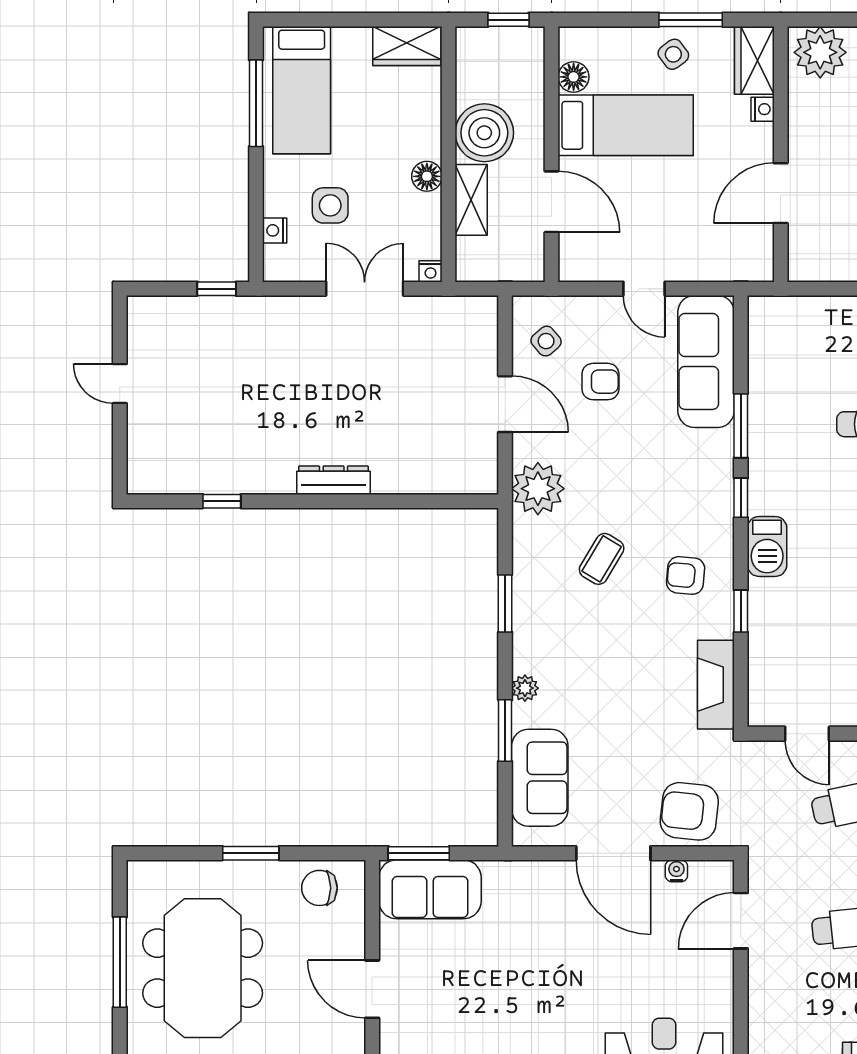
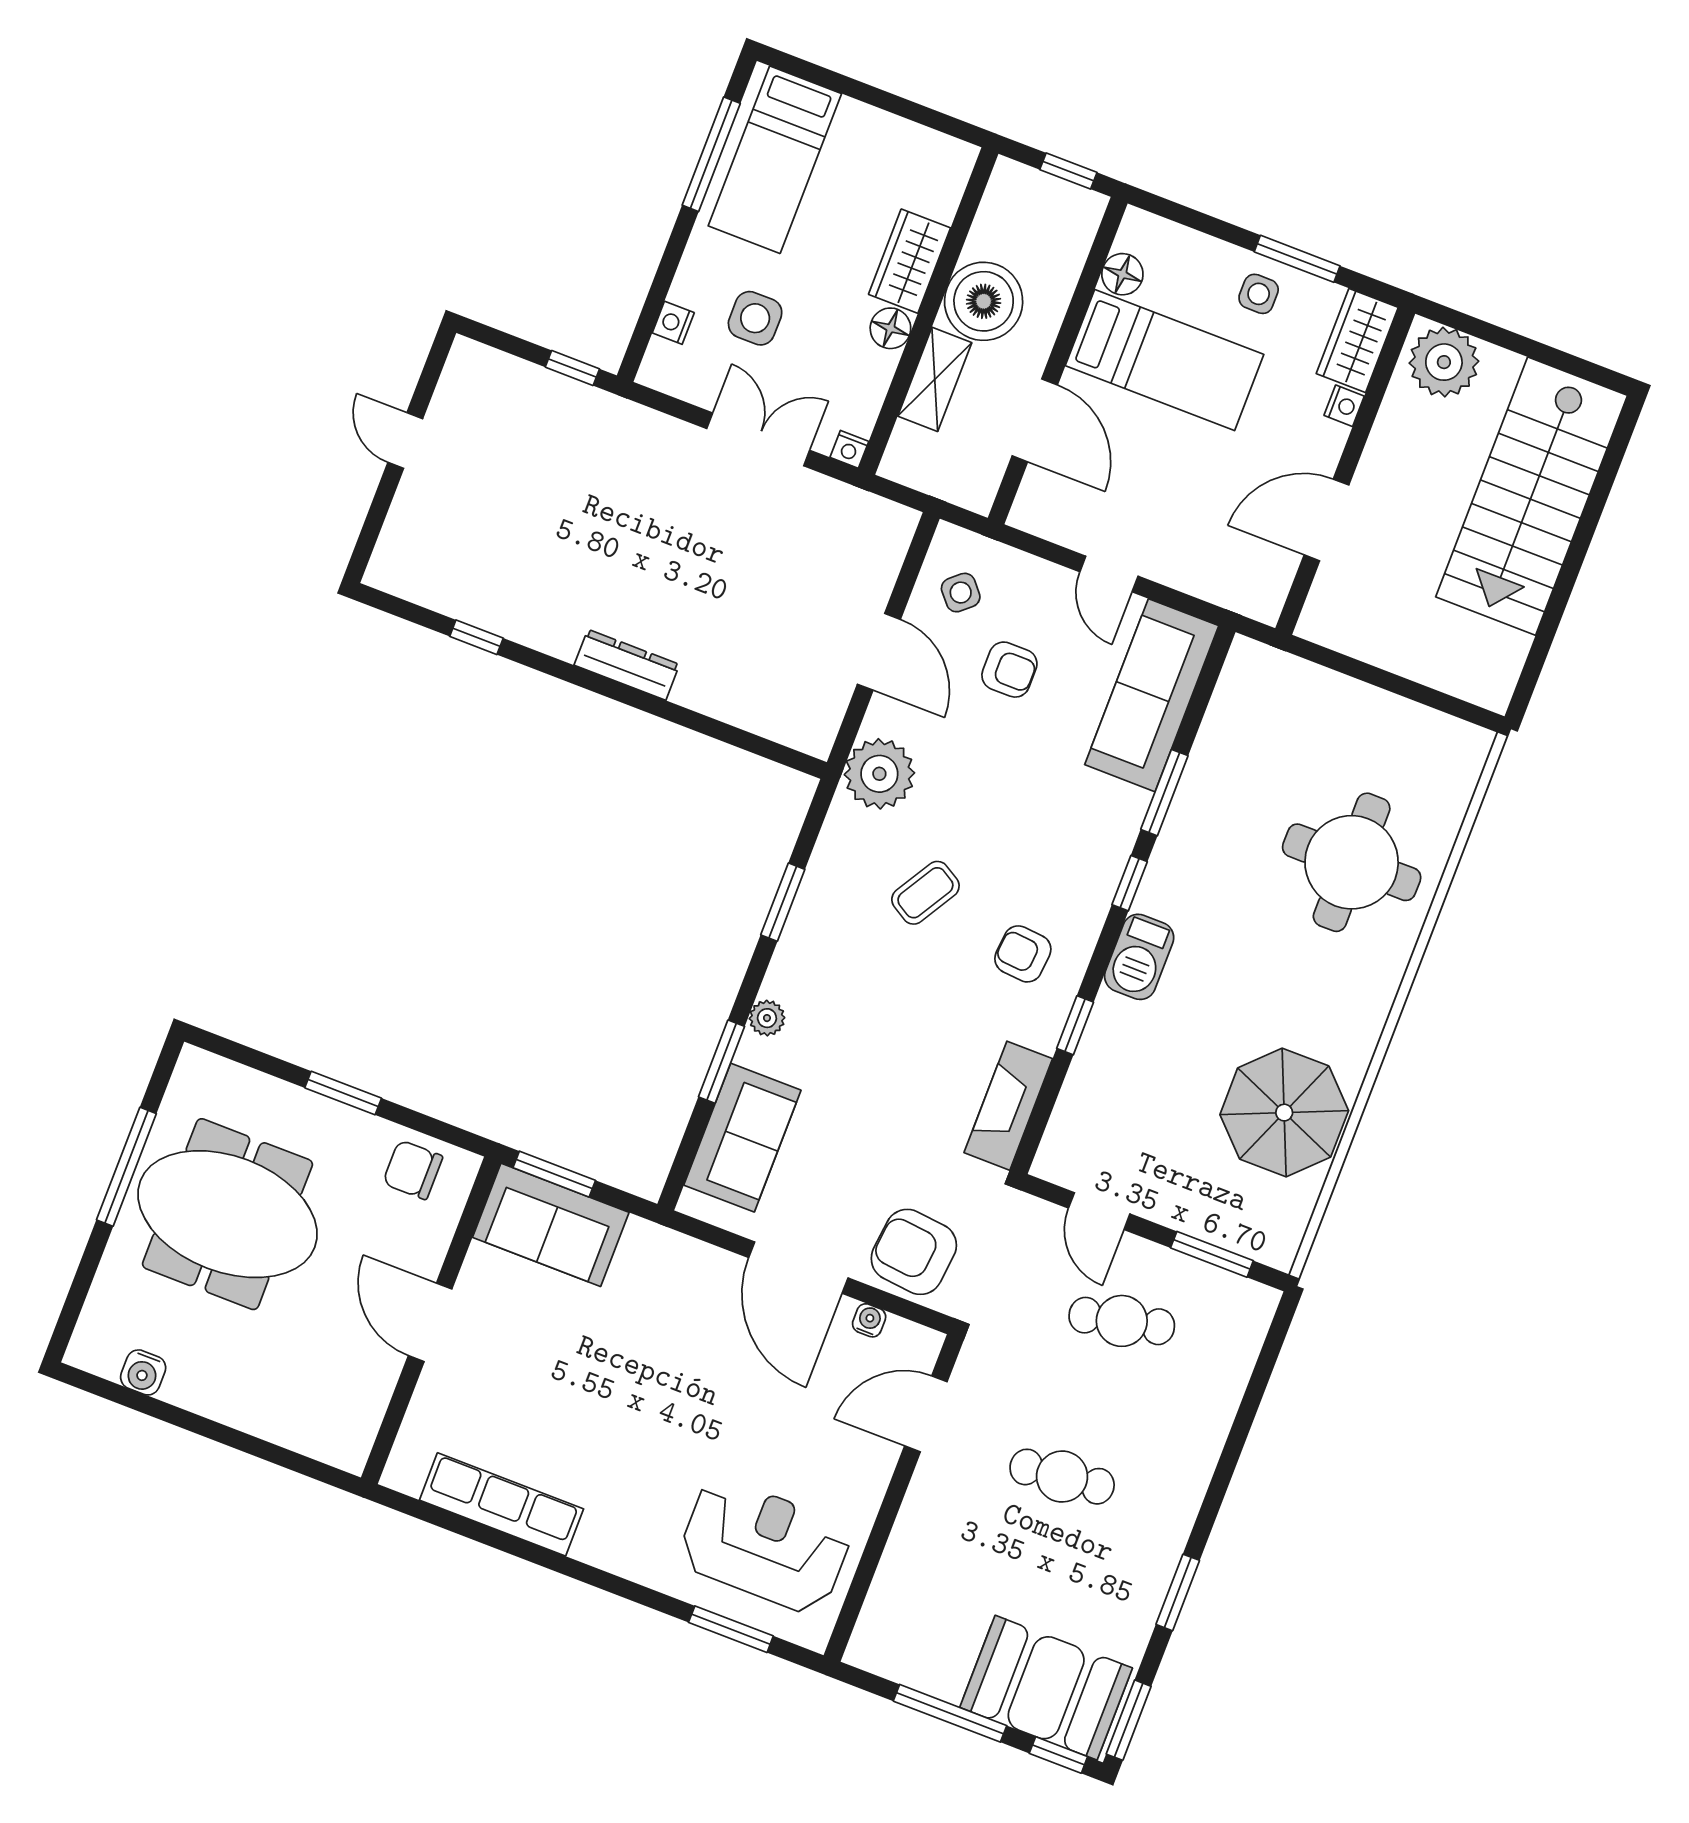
wardrobe: (407, 46) -> (910, 261), moved, turned 90
side table: (673, 54) -> (1259, 294), turned 37
meeting table: (203, 968) -> (227, 1214), turned 90

